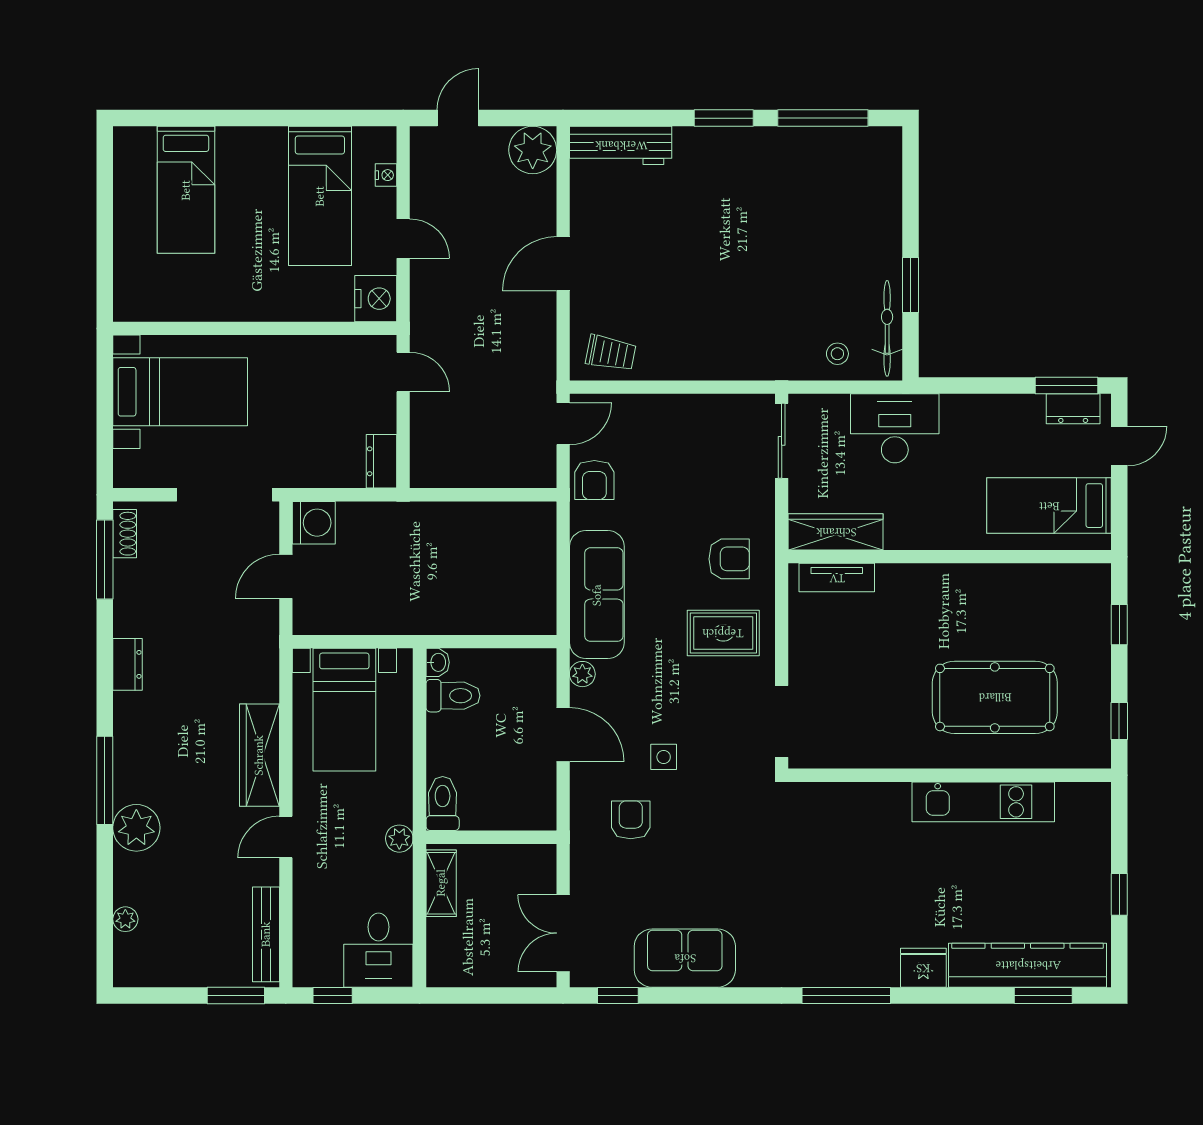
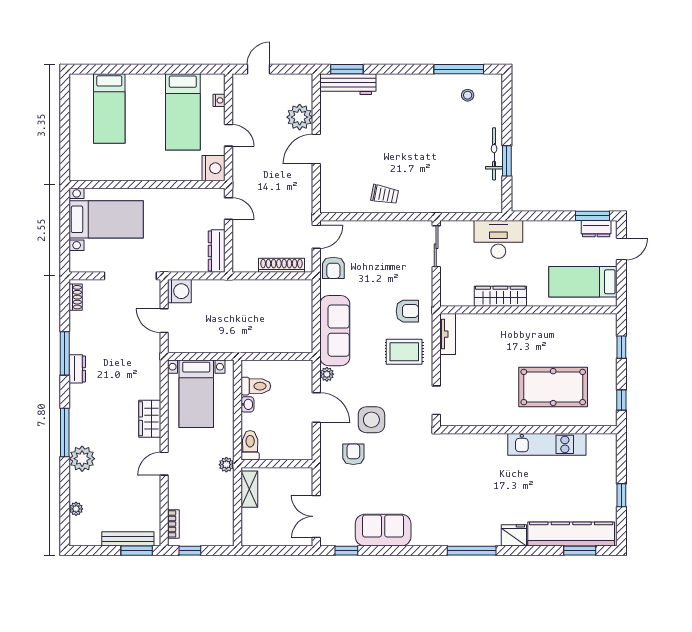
window: (724, 118) -> (347, 69), moved
plant: (533, 150) -> (300, 117), moved
bicycle: (887, 328) -> (494, 154), moved
trolley: (611, 353) -> (385, 195), moved
stool: (837, 354) -> (468, 95), moved
dresser: (382, 461) -> (217, 251), width x1.44
shoe rack: (500, 475) -> (281, 265), added
wardrobe: (836, 532) -> (500, 296), moved
window: (105, 560) -> (65, 353), moved
door: (286, 576) -> (164, 321), hinge flipped
tv unit: (837, 578) -> (448, 334), moved, turned -90
washbasin: (438, 662) -> (247, 404), moved
doorway: (782, 721) -> (436, 400), width x0.73
wardrobe: (259, 755) -> (150, 419), width x0.67
side table: (664, 757) -> (371, 420), width x1.87, depth x1.87
bench: (266, 934) -> (128, 539), moved, turned 90
bookcase: (303, 947) -> (173, 524), added
desk: (378, 950) -> (215, 526), removed

